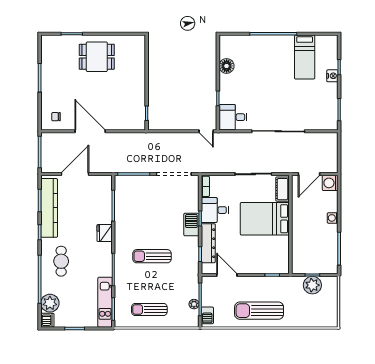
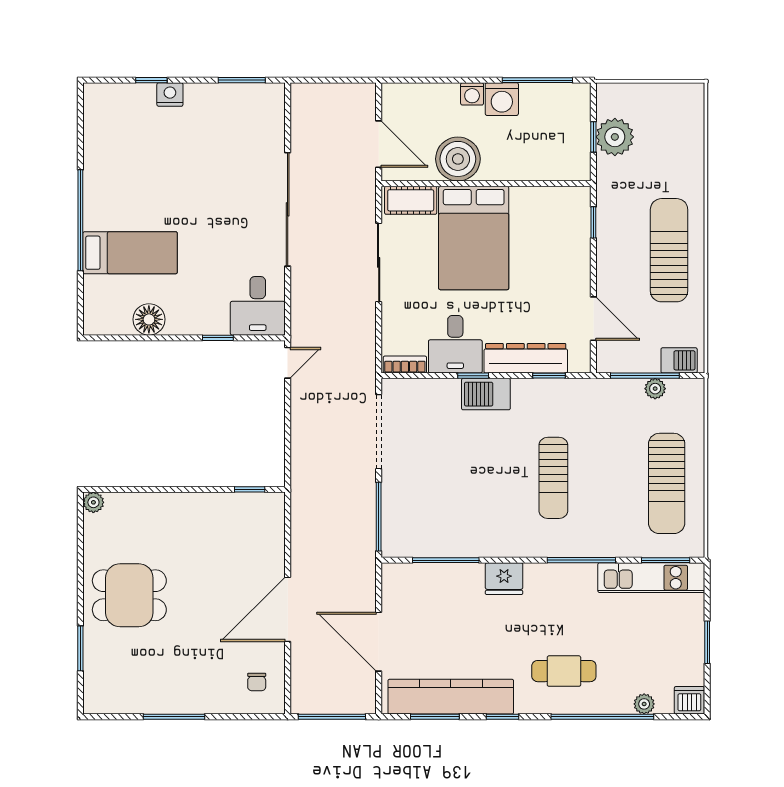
plant: (140, 40) -> (93, 502), added
dining table: (97, 57) -> (129, 595), turned 90
bed: (305, 57) -> (130, 253), moved
washing machine: (330, 183) -> (502, 99), moved
boiler: (302, 211) -> (458, 159), added
door: (227, 275) -> (593, 319), swing flipped
plant: (50, 303) -> (644, 704), width x0.53, depth x0.53
sun lounger: (149, 309) -> (667, 483), width x1.36, depth x1.34
sun lounger: (259, 311) -> (669, 250), turned 180

